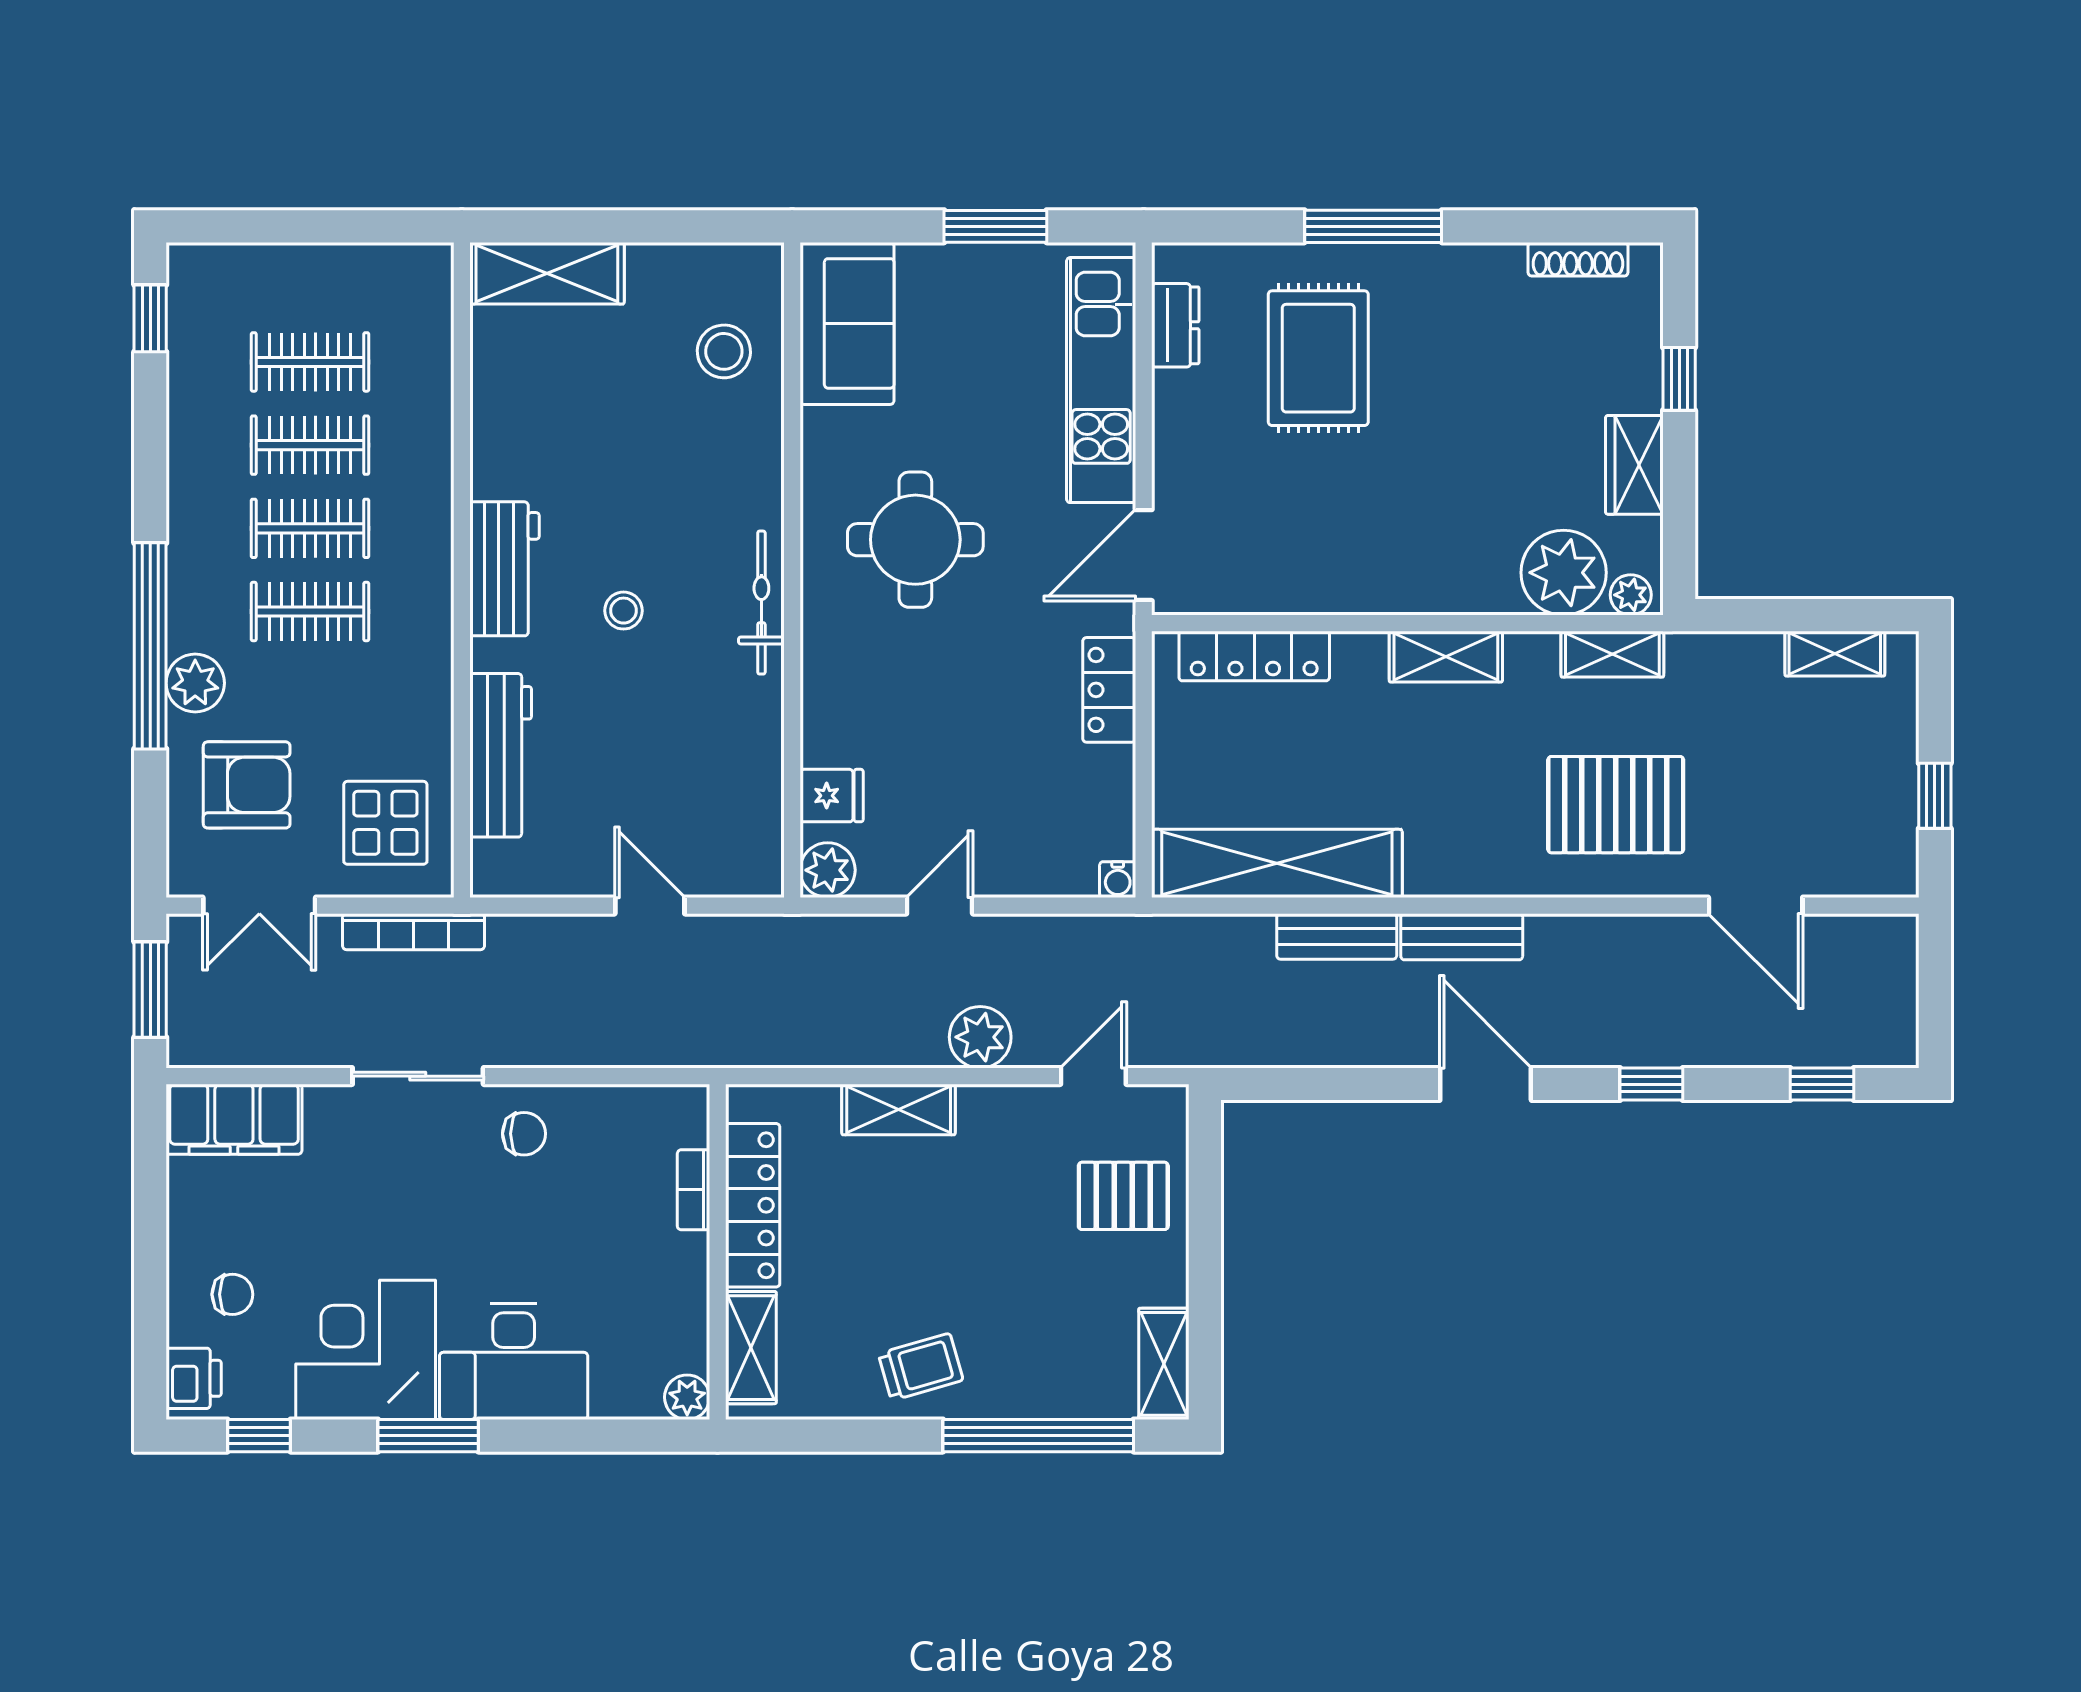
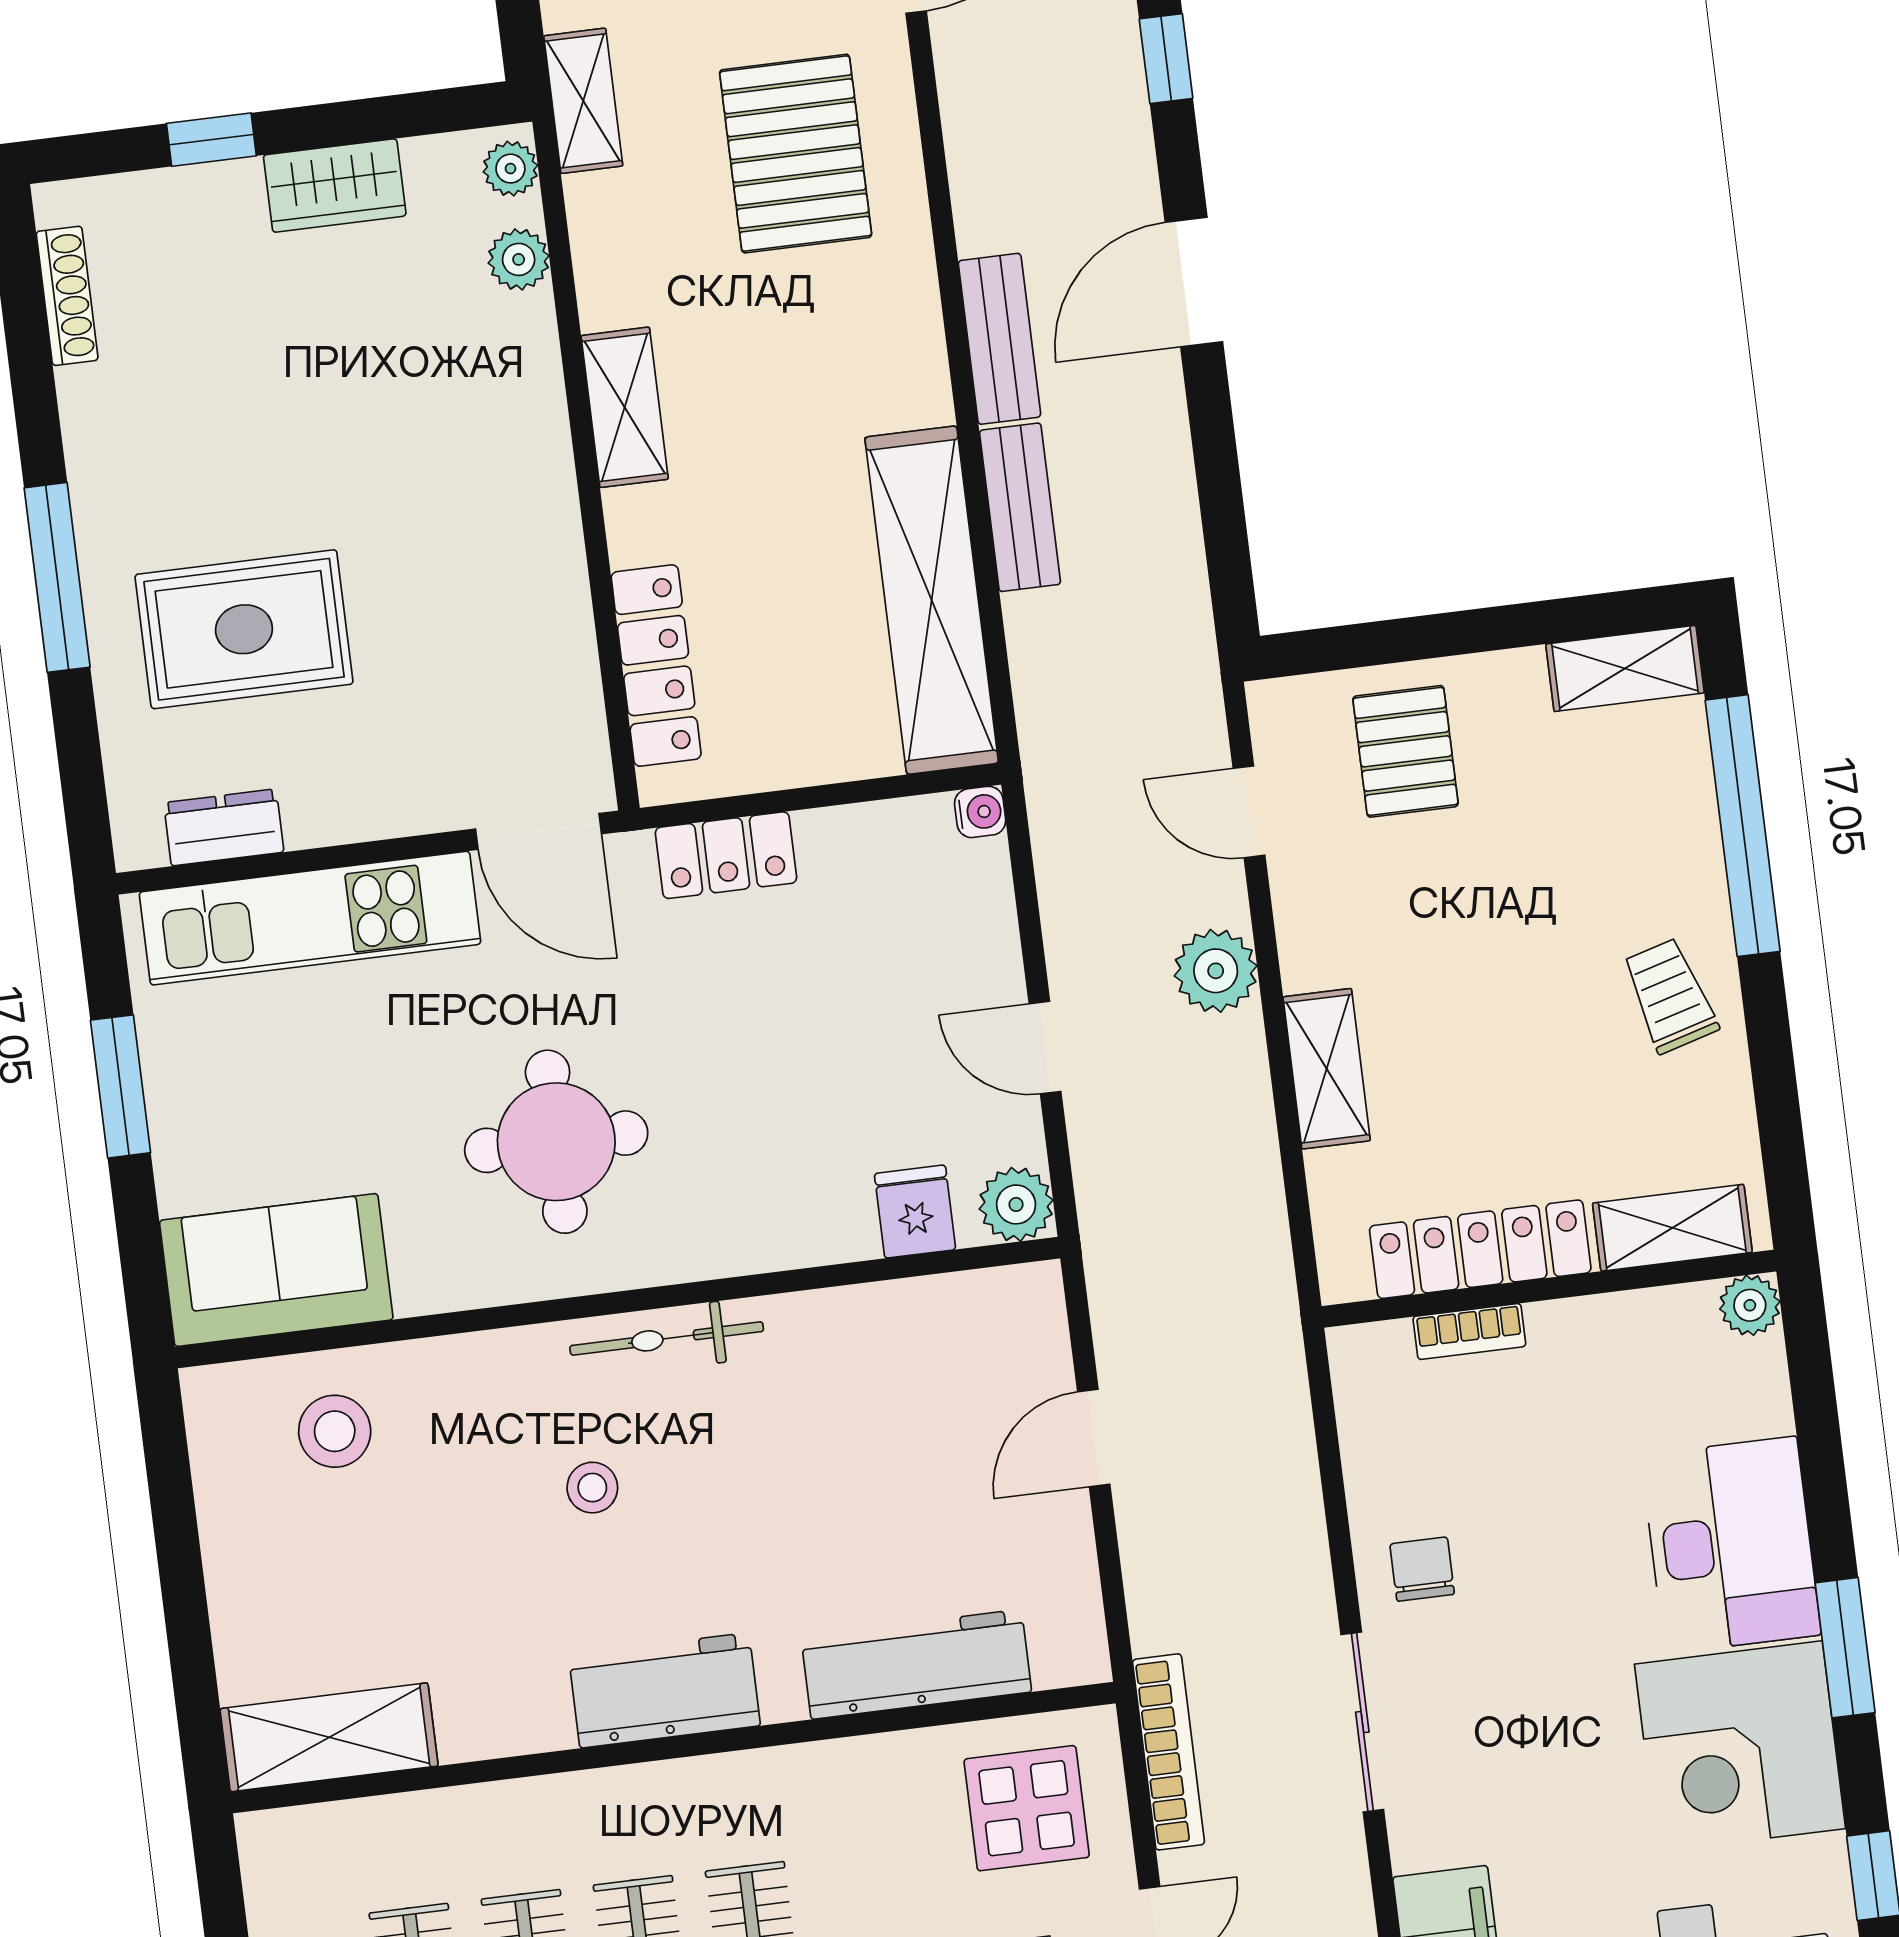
shelving: (547, 273) -> (329, 1737), moved, turned 90
plant: (1564, 573) -> (519, 259), width x0.53, depth x0.53
stool: (624, 611) -> (592, 1488), moved
shelving: (1612, 654) -> (583, 101), moved

